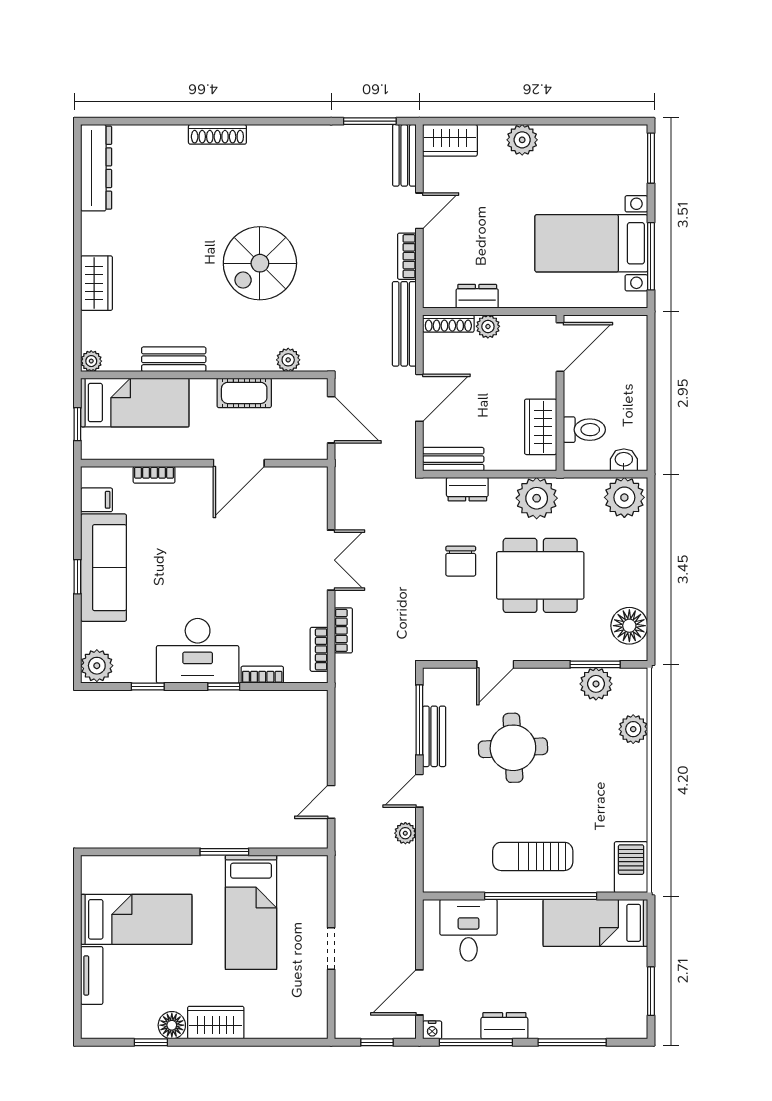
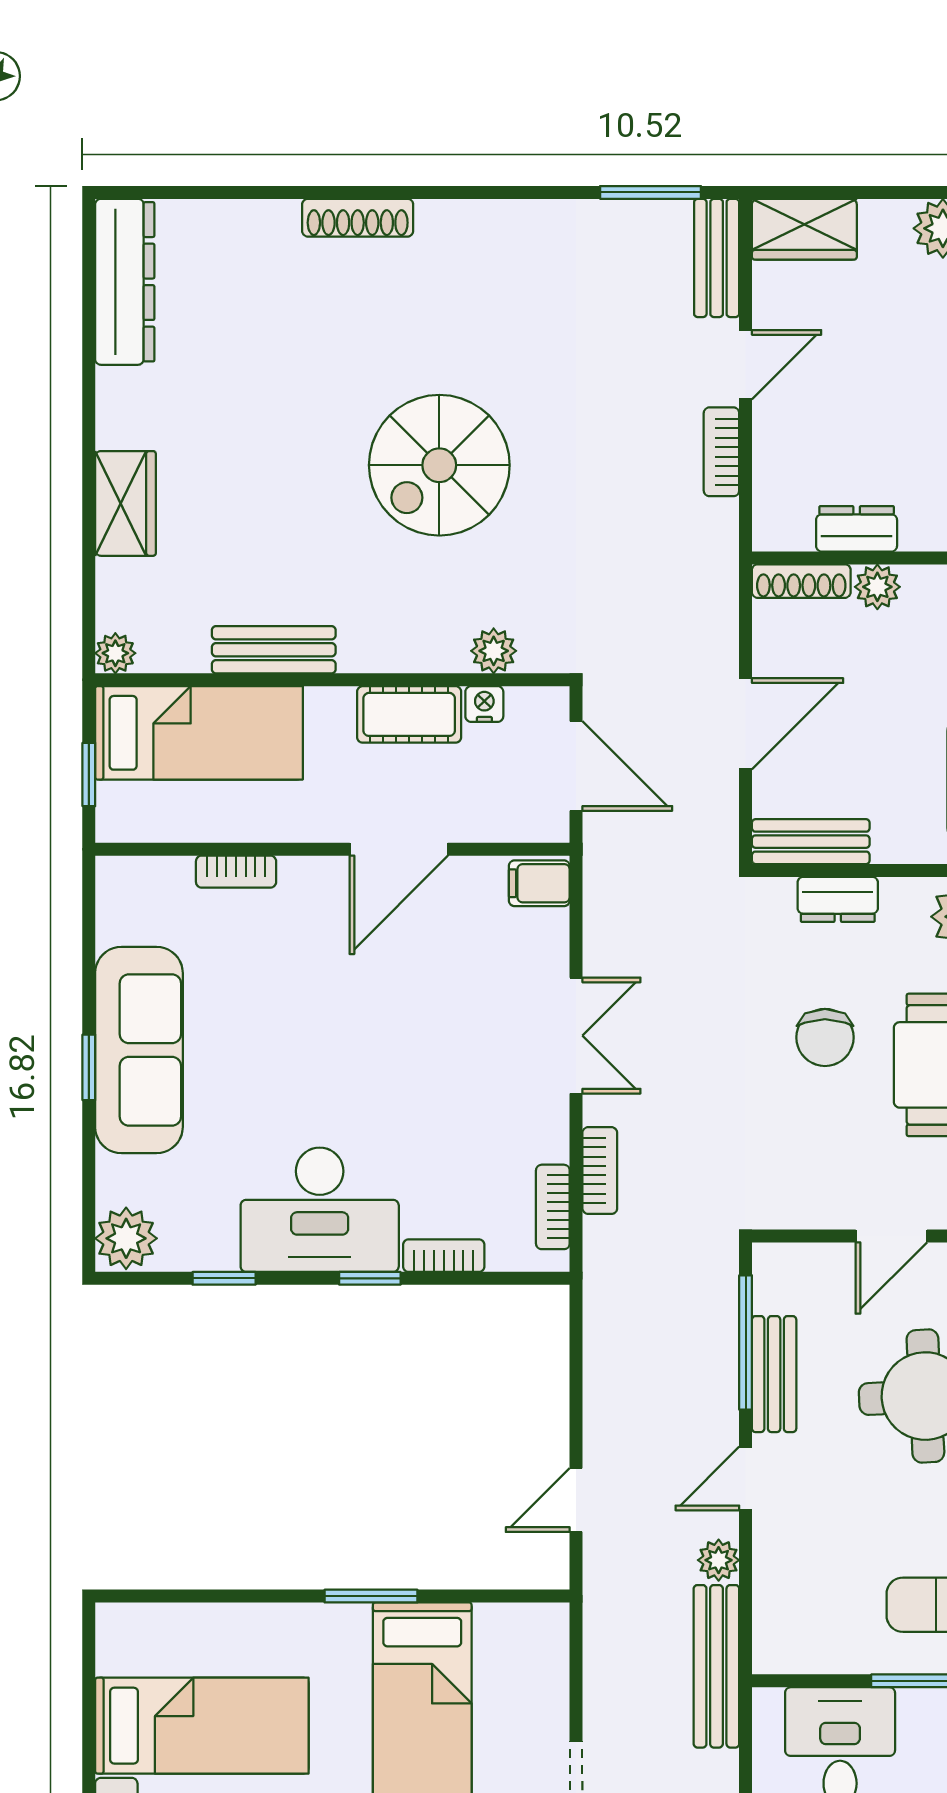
bench: (404, 324) -> (716, 1666), moved
nightstand: (283, 388) -> (484, 704), added
filing cabinet: (97, 500) -> (539, 883), moved, turned 180

